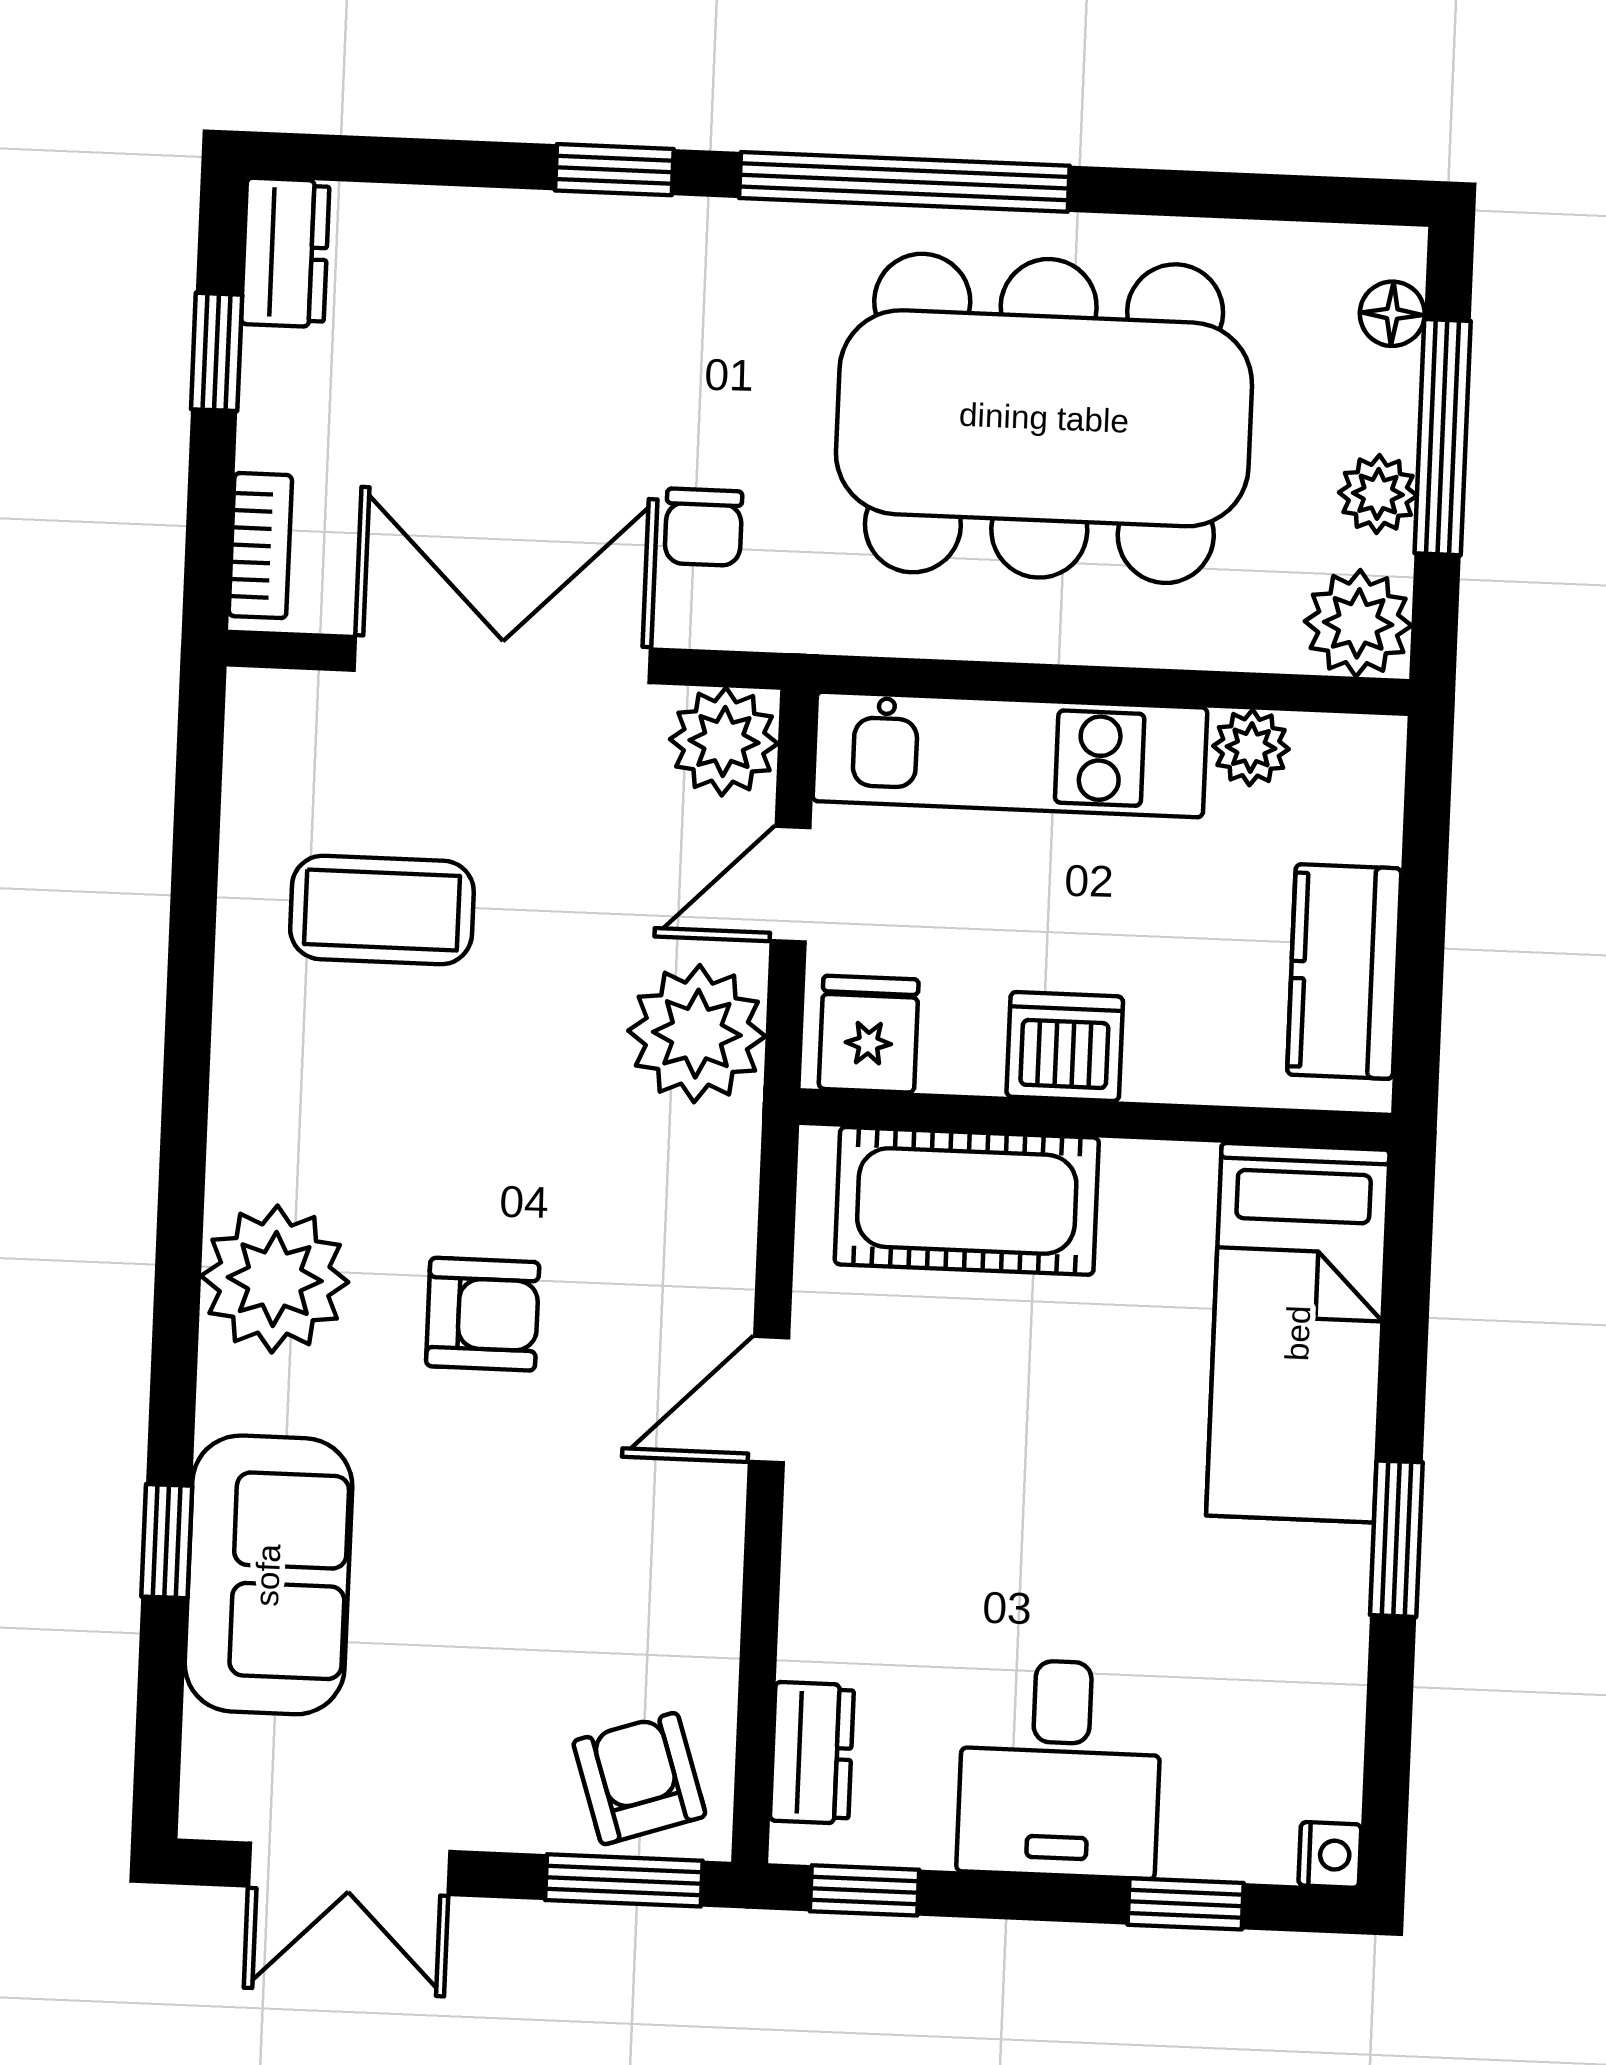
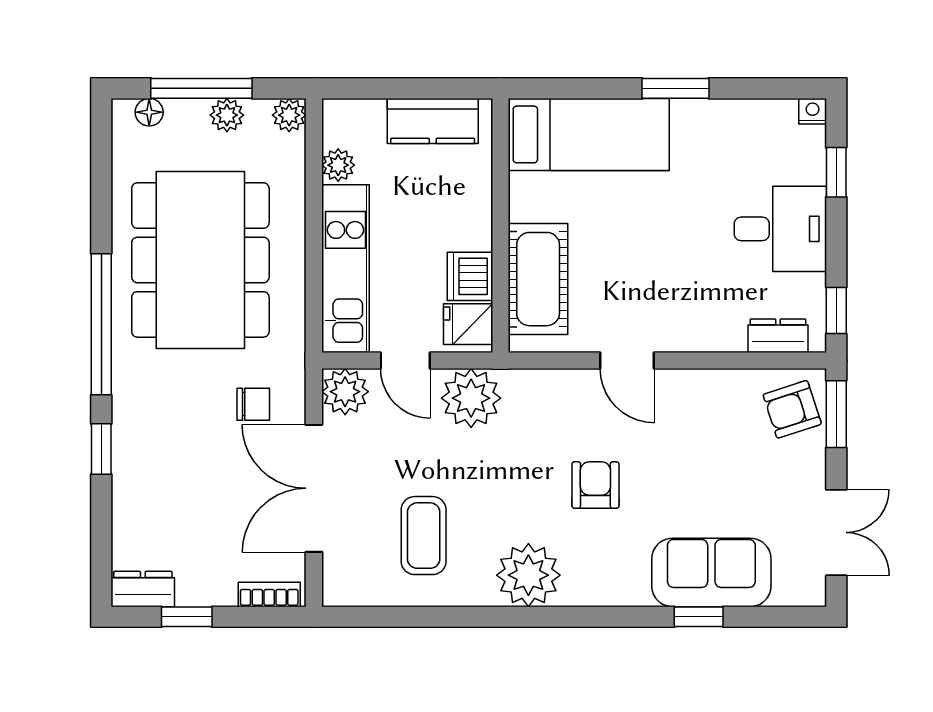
plant: (1358, 623) -> (289, 115), width x0.73, depth x0.73
dishwasher: (1065, 1047) -> (470, 276), moved
plant: (275, 1279) -> (528, 575), moved

